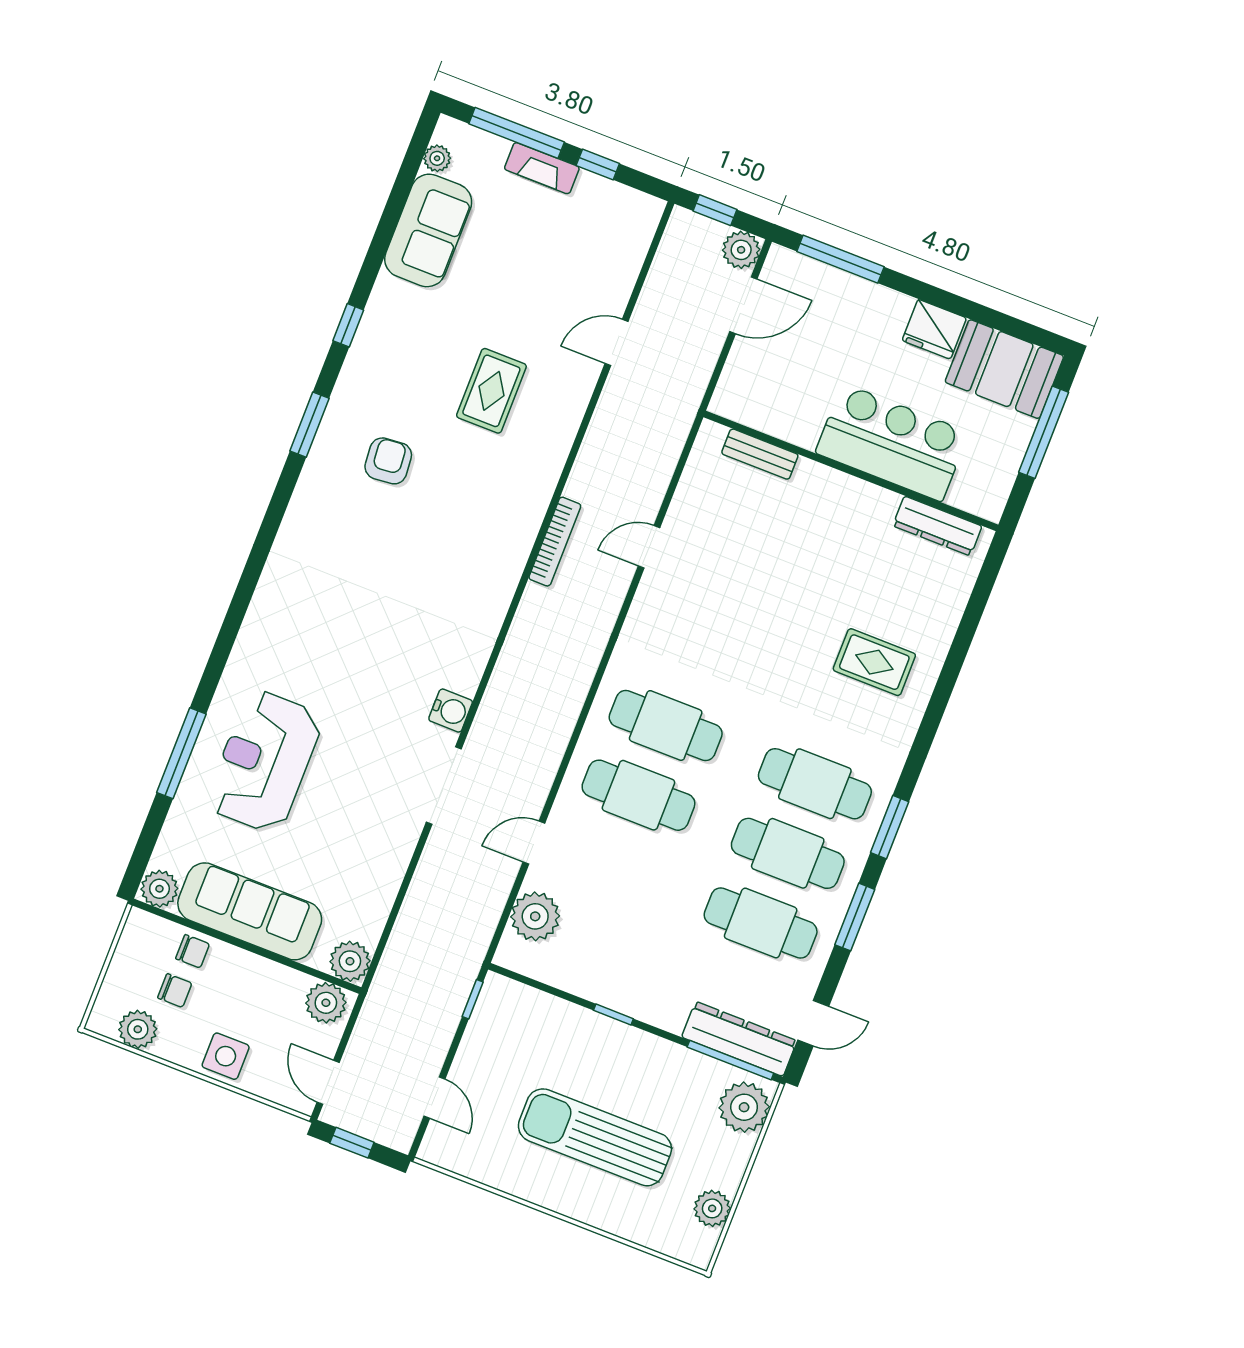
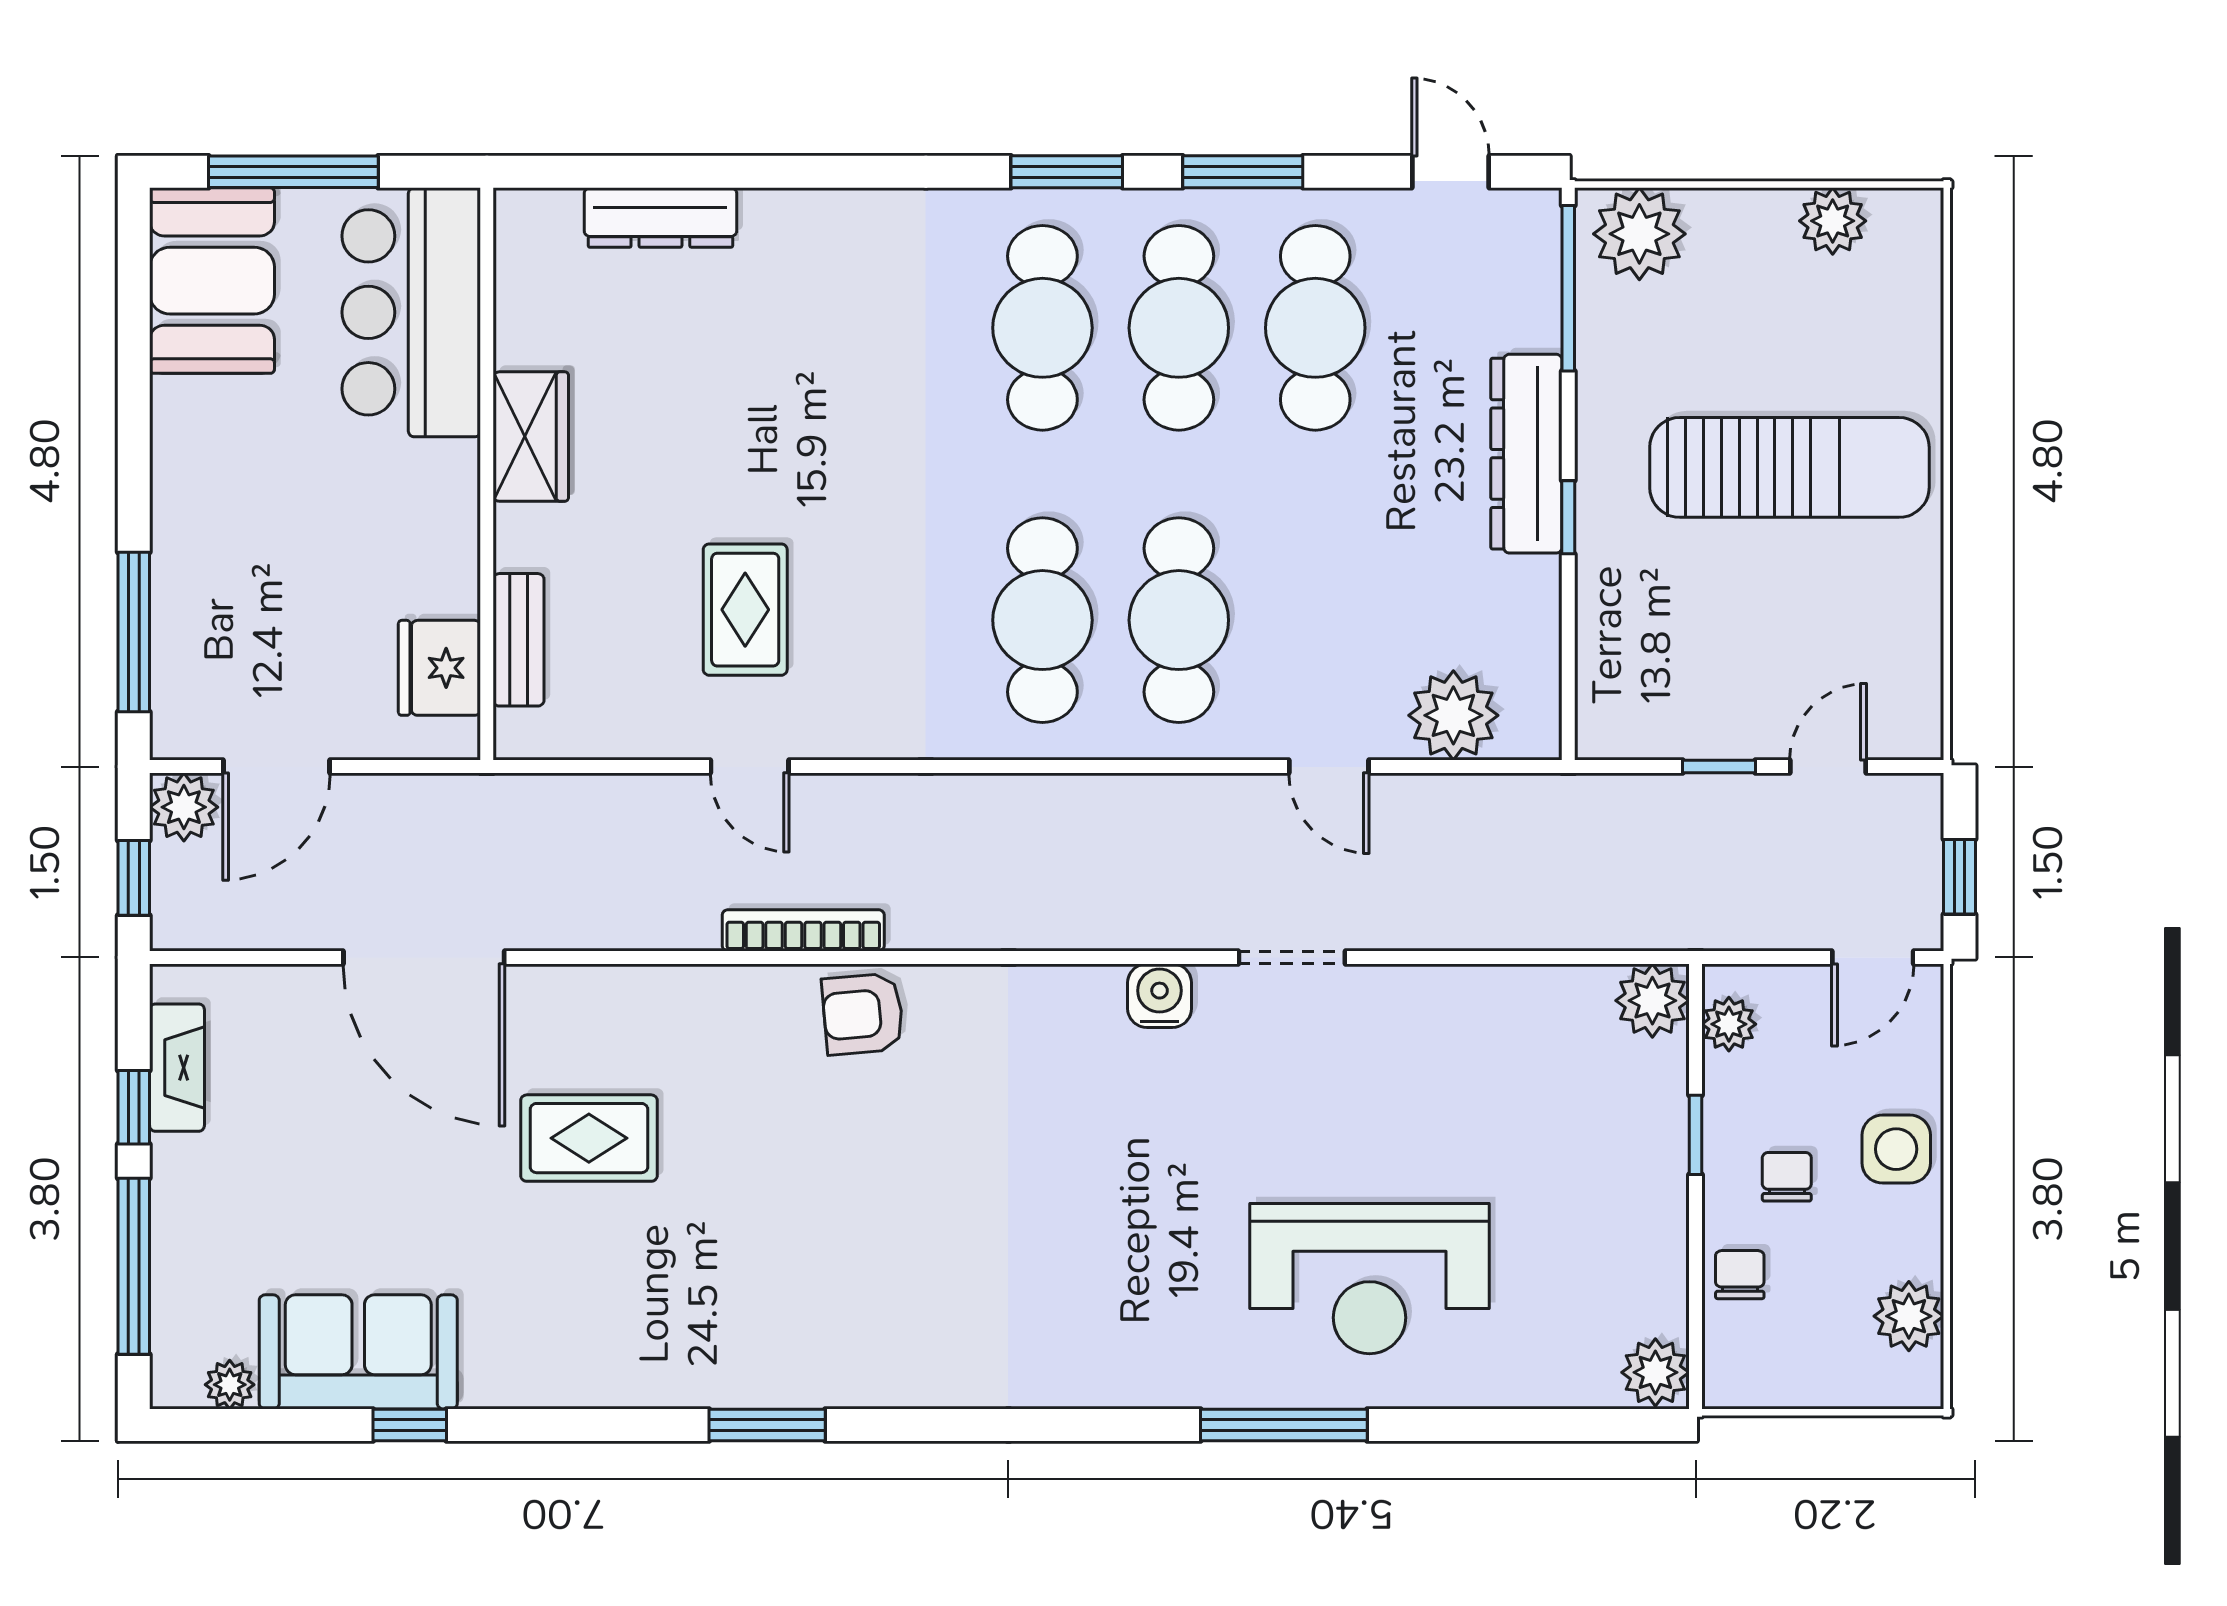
fireplace: (542, 168) -> (177, 1068), moved
door: (743, 305) -> (276, 767), swing flipped
window: (348, 325) -> (410, 1425), moved
fridge: (934, 329) -> (439, 668), moved, turned 180
door: (617, 342) -> (424, 957), width x1.87
bar counter: (892, 443) -> (411, 312), moved
armchair: (388, 461) -> (863, 1014), moved
wardrobe: (861, 501) -> (531, 437), added
dresser: (937, 526) -> (660, 218), moved, turned 90
rug: (874, 662) -> (745, 610), moved
window: (181, 753) -> (1284, 1425), moved
doorway: (444, 786) -> (1292, 957), width x0.73
sofa: (250, 911) -> (1634, 1204), removed
window: (273, 956) -> (1696, 1135), added
chair: (175, 991) -> (1787, 1177), moved
window: (473, 999) -> (1719, 767), moved
plant: (326, 1003) -> (1729, 1024), width x0.73, depth x0.73
dresser: (739, 1039) -> (1526, 454), moved
sun lounger: (595, 1137) -> (1789, 467), turned -90

